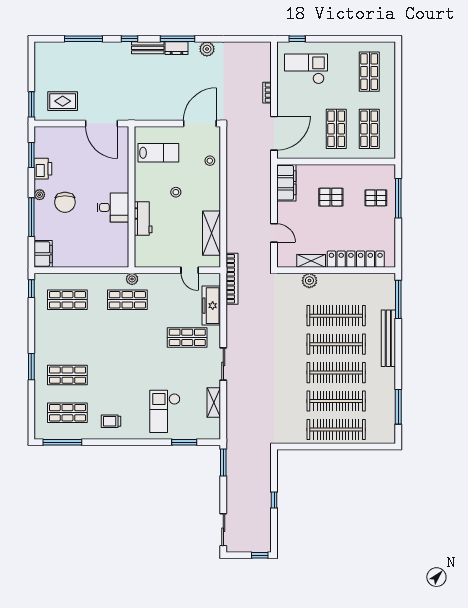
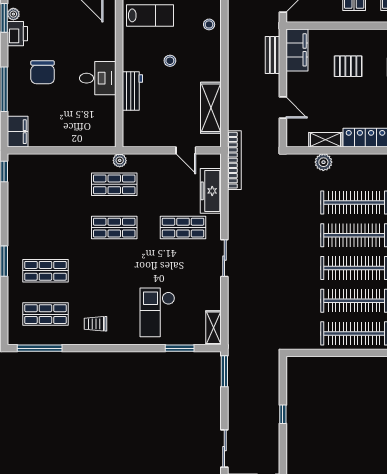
bench: (265, 187) -> (272, 55), added
plant: (40, 195) -> (13, 14), moved
shop shelf: (67, 300) -> (114, 228), moved
shelving: (214, 403) -> (214, 328), moved

